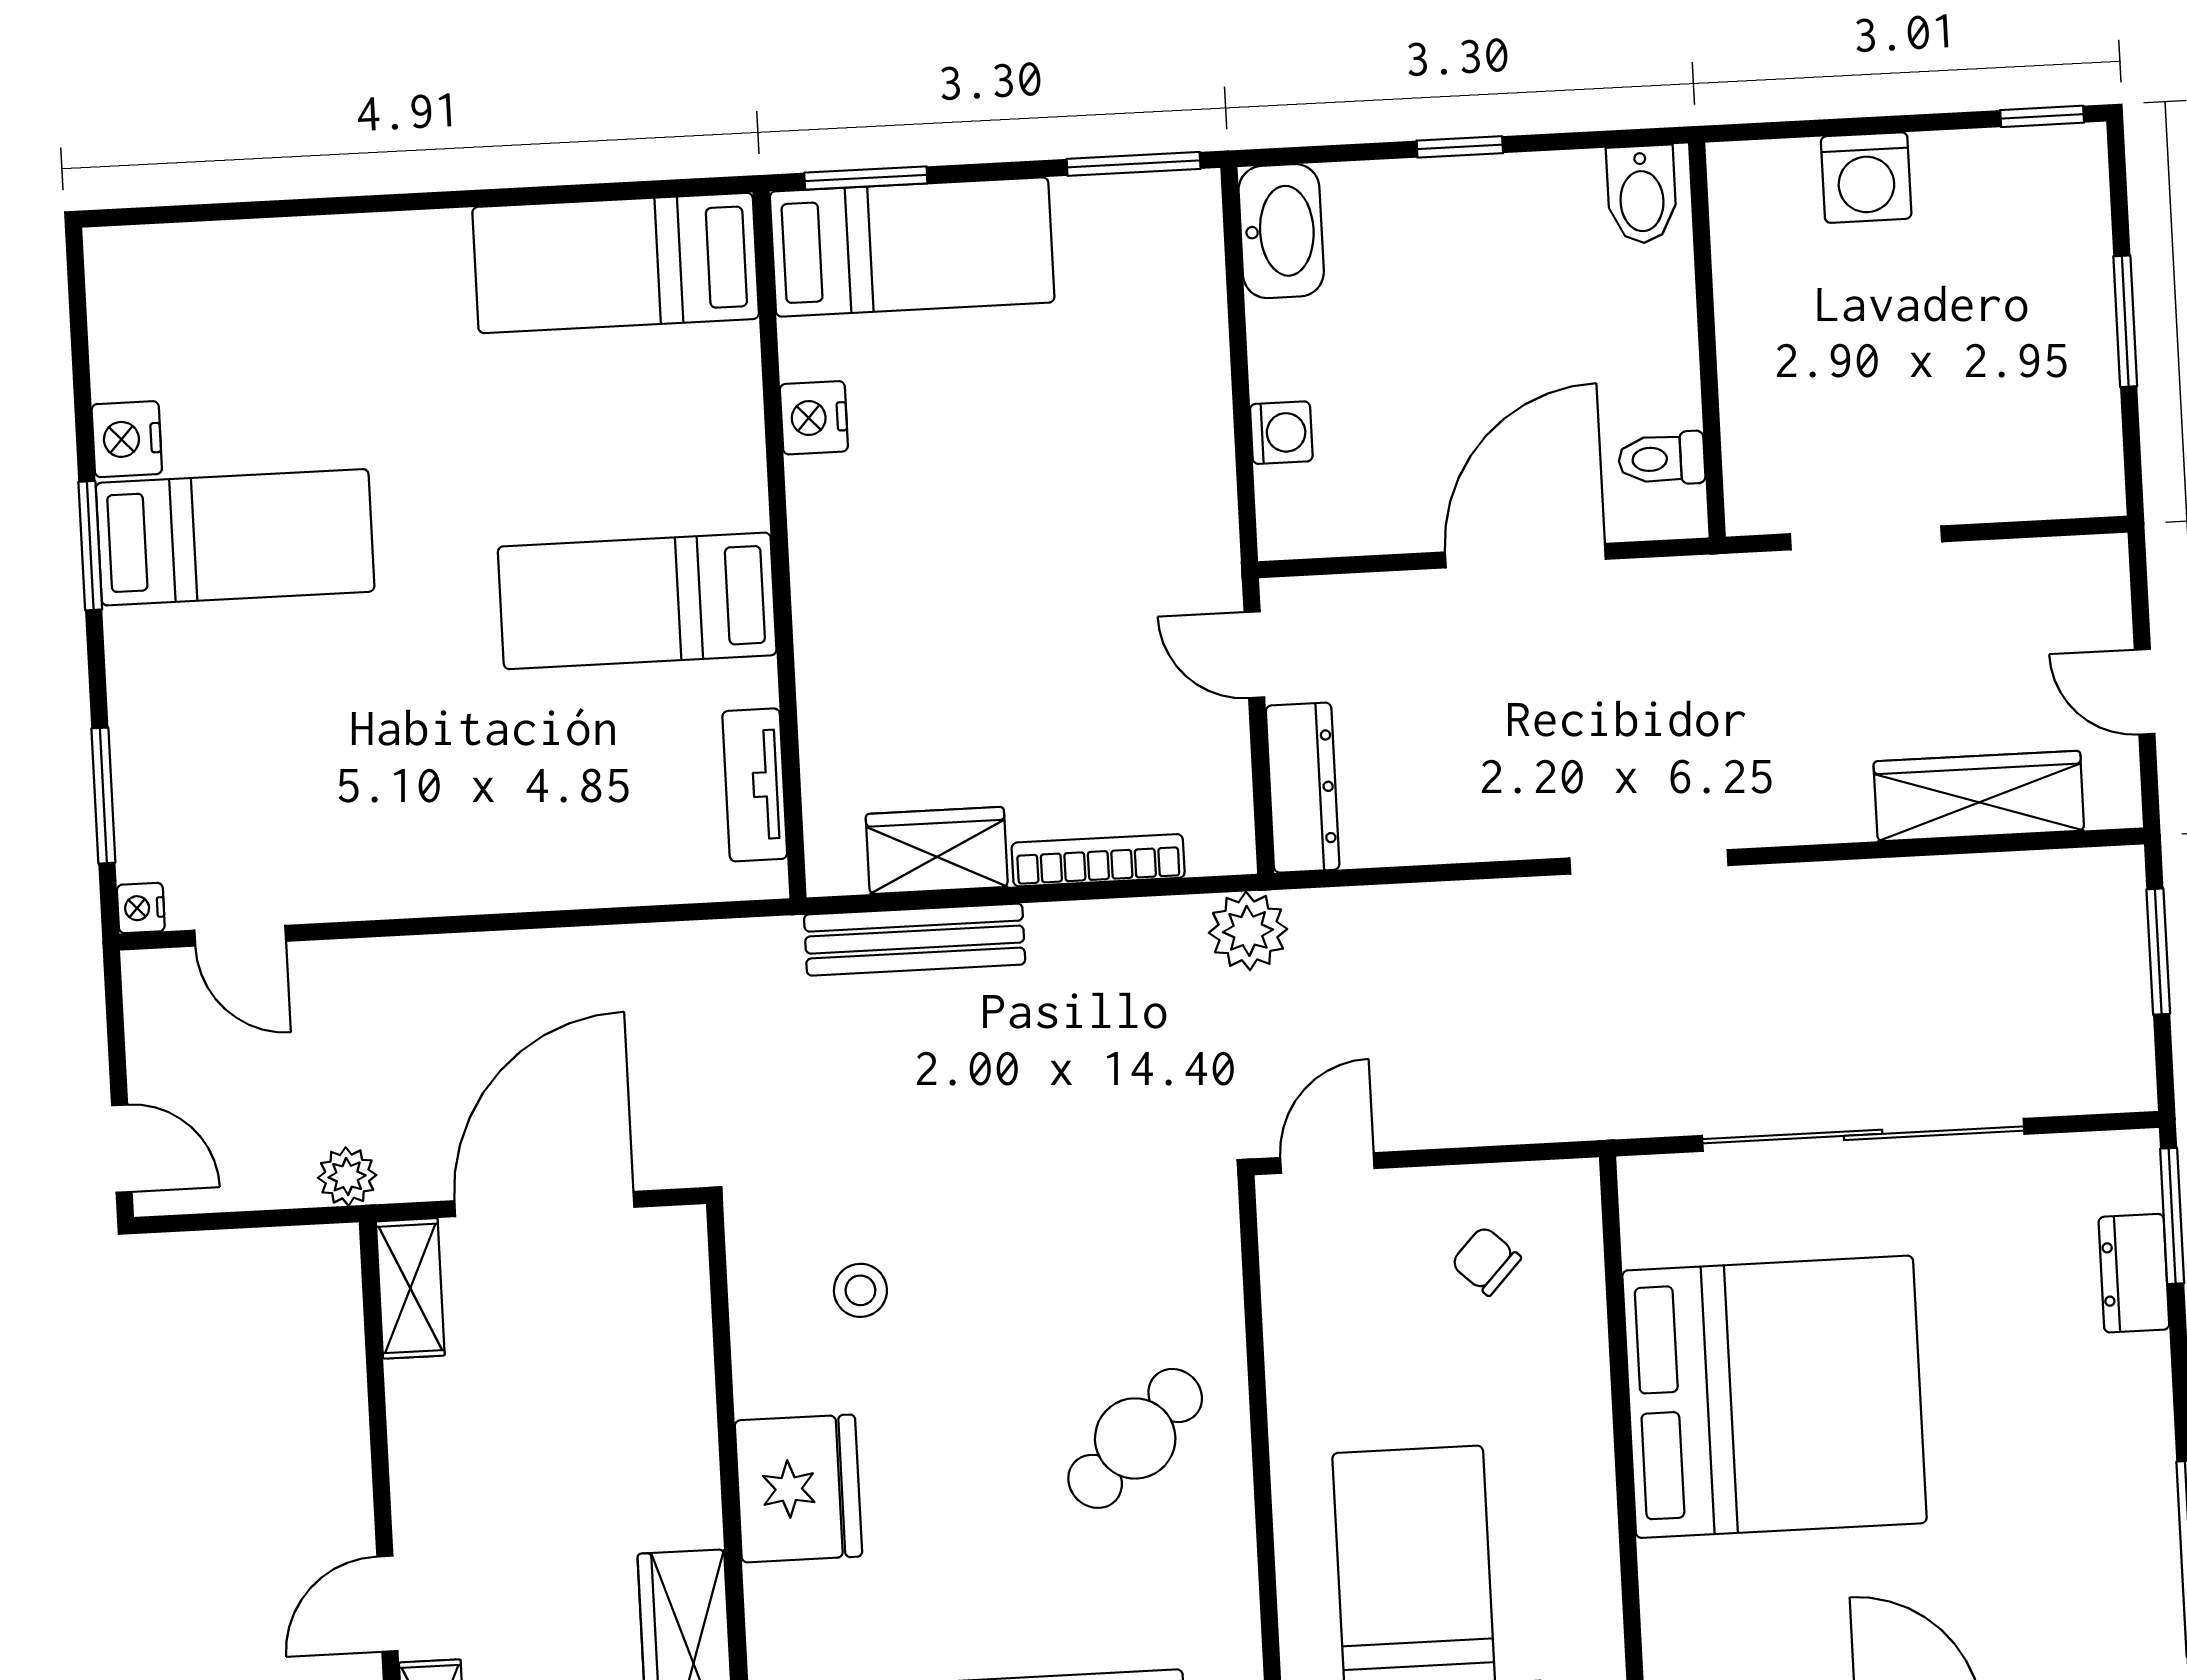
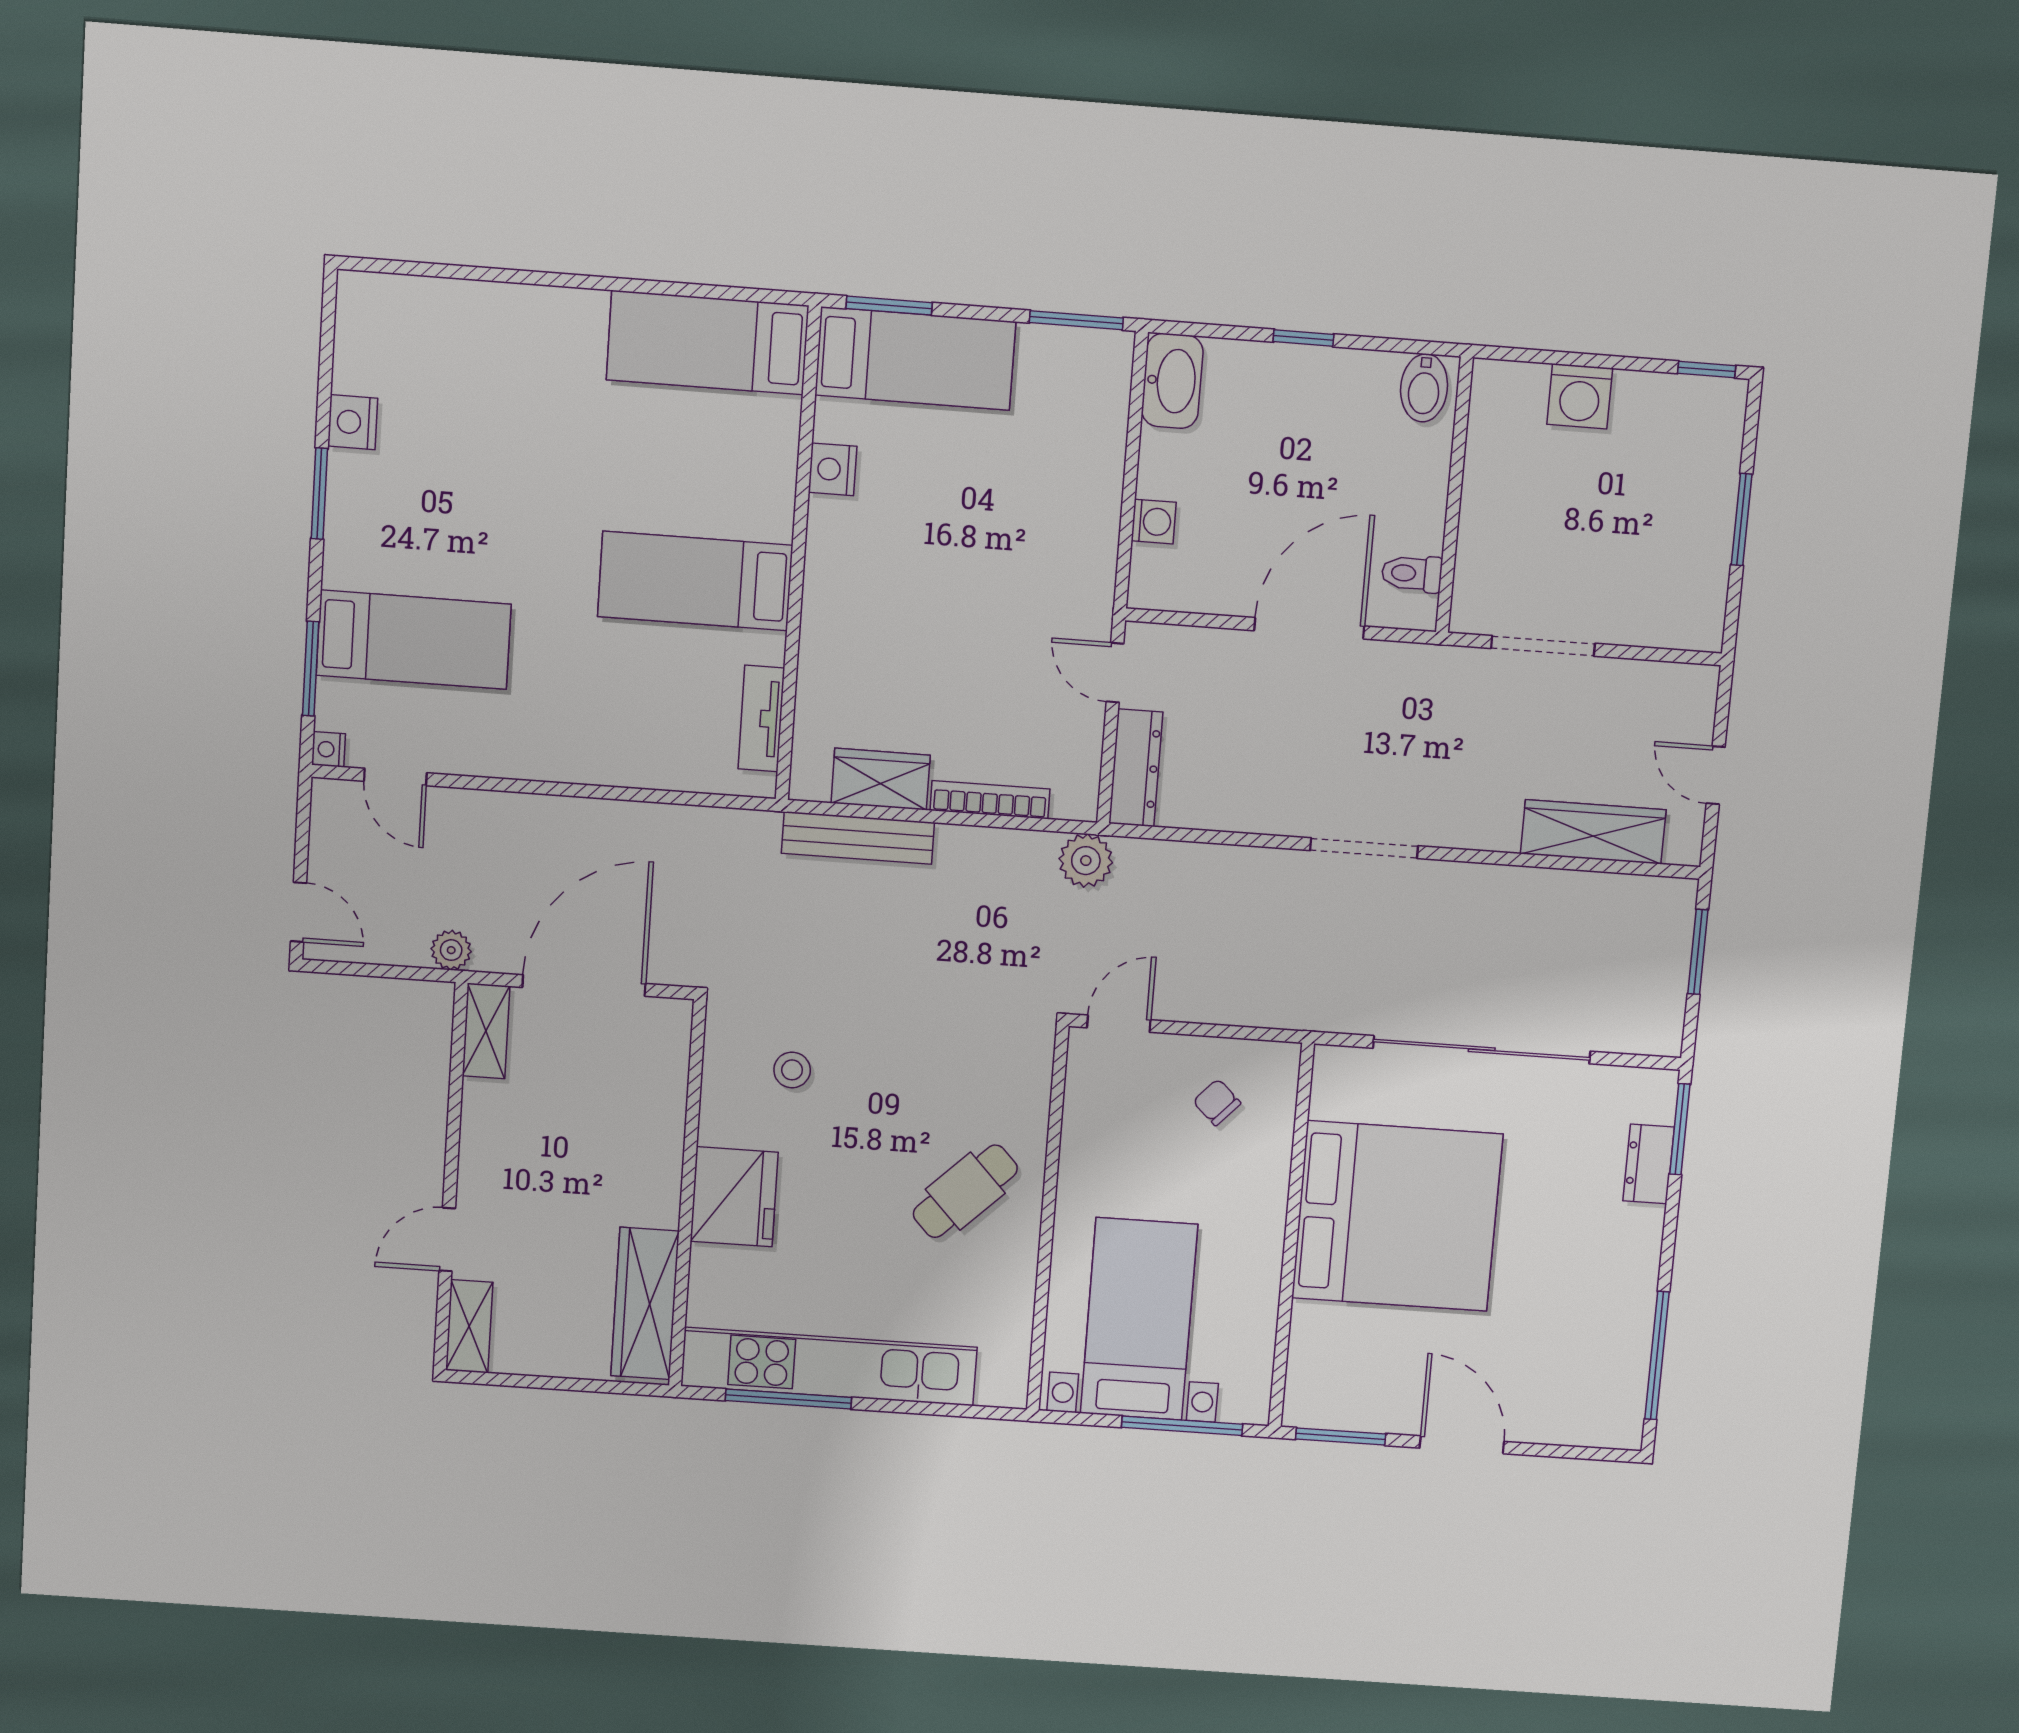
bed: (235, 537) -> (414, 640), moved

